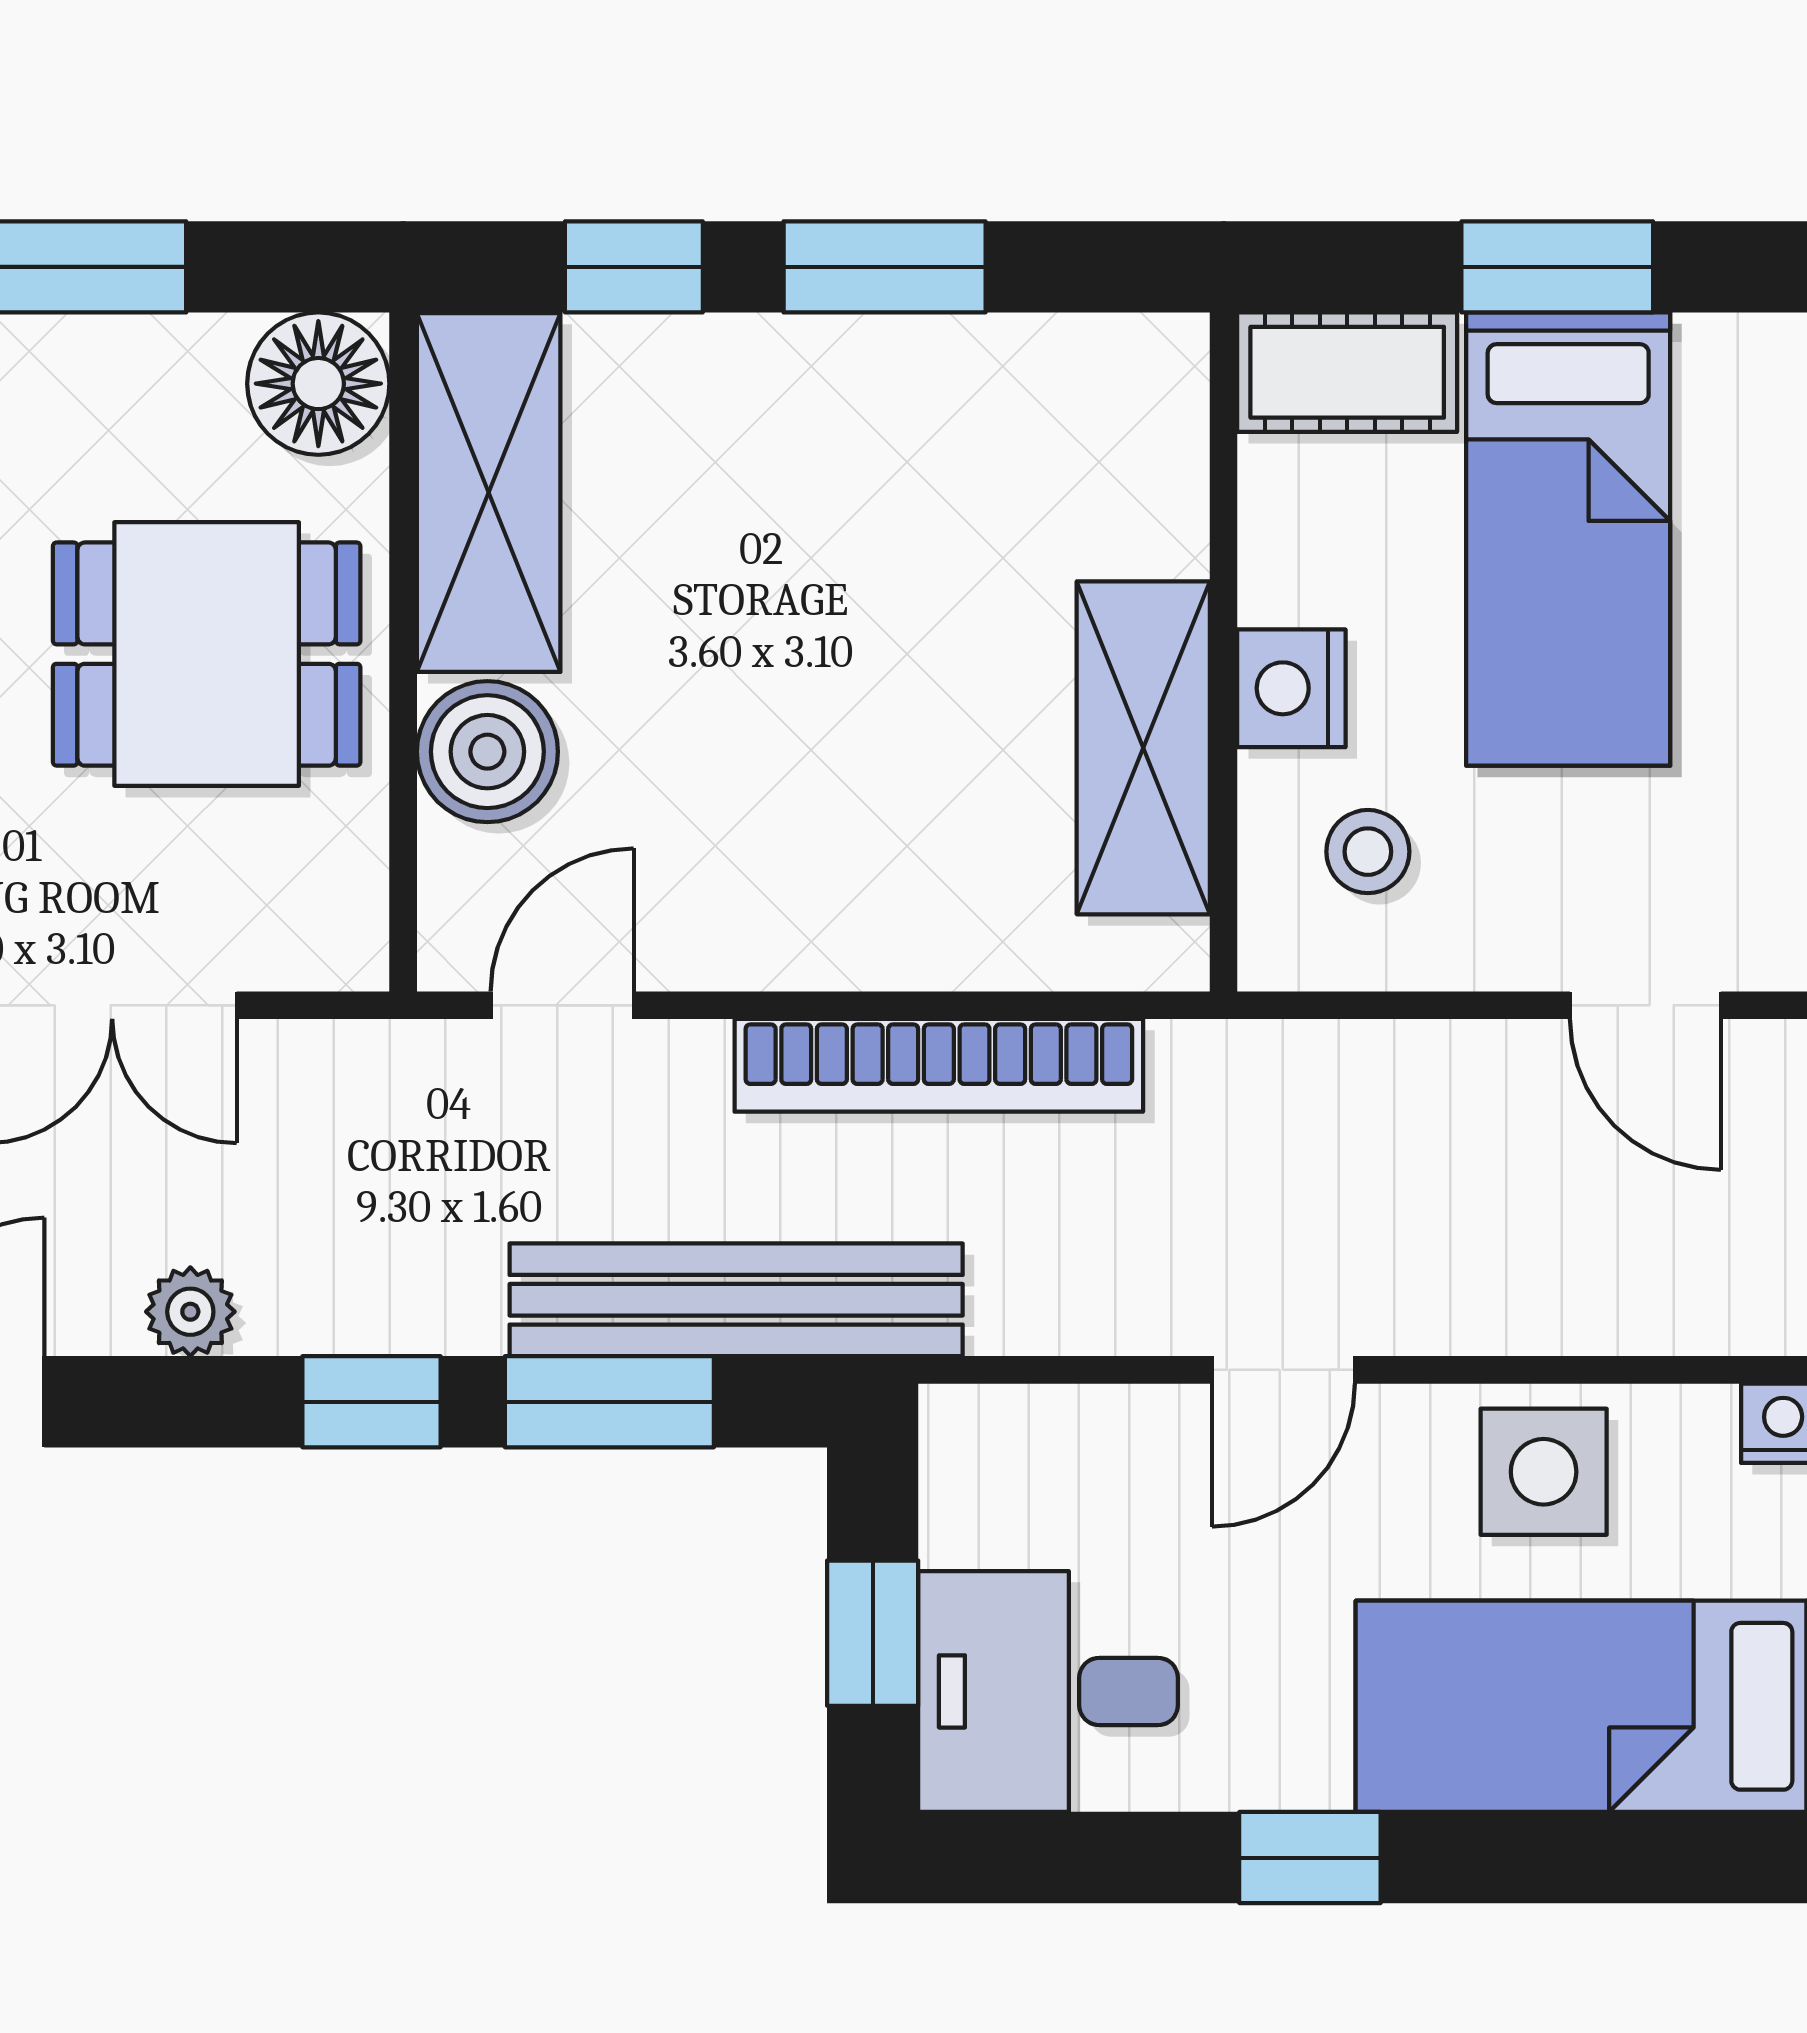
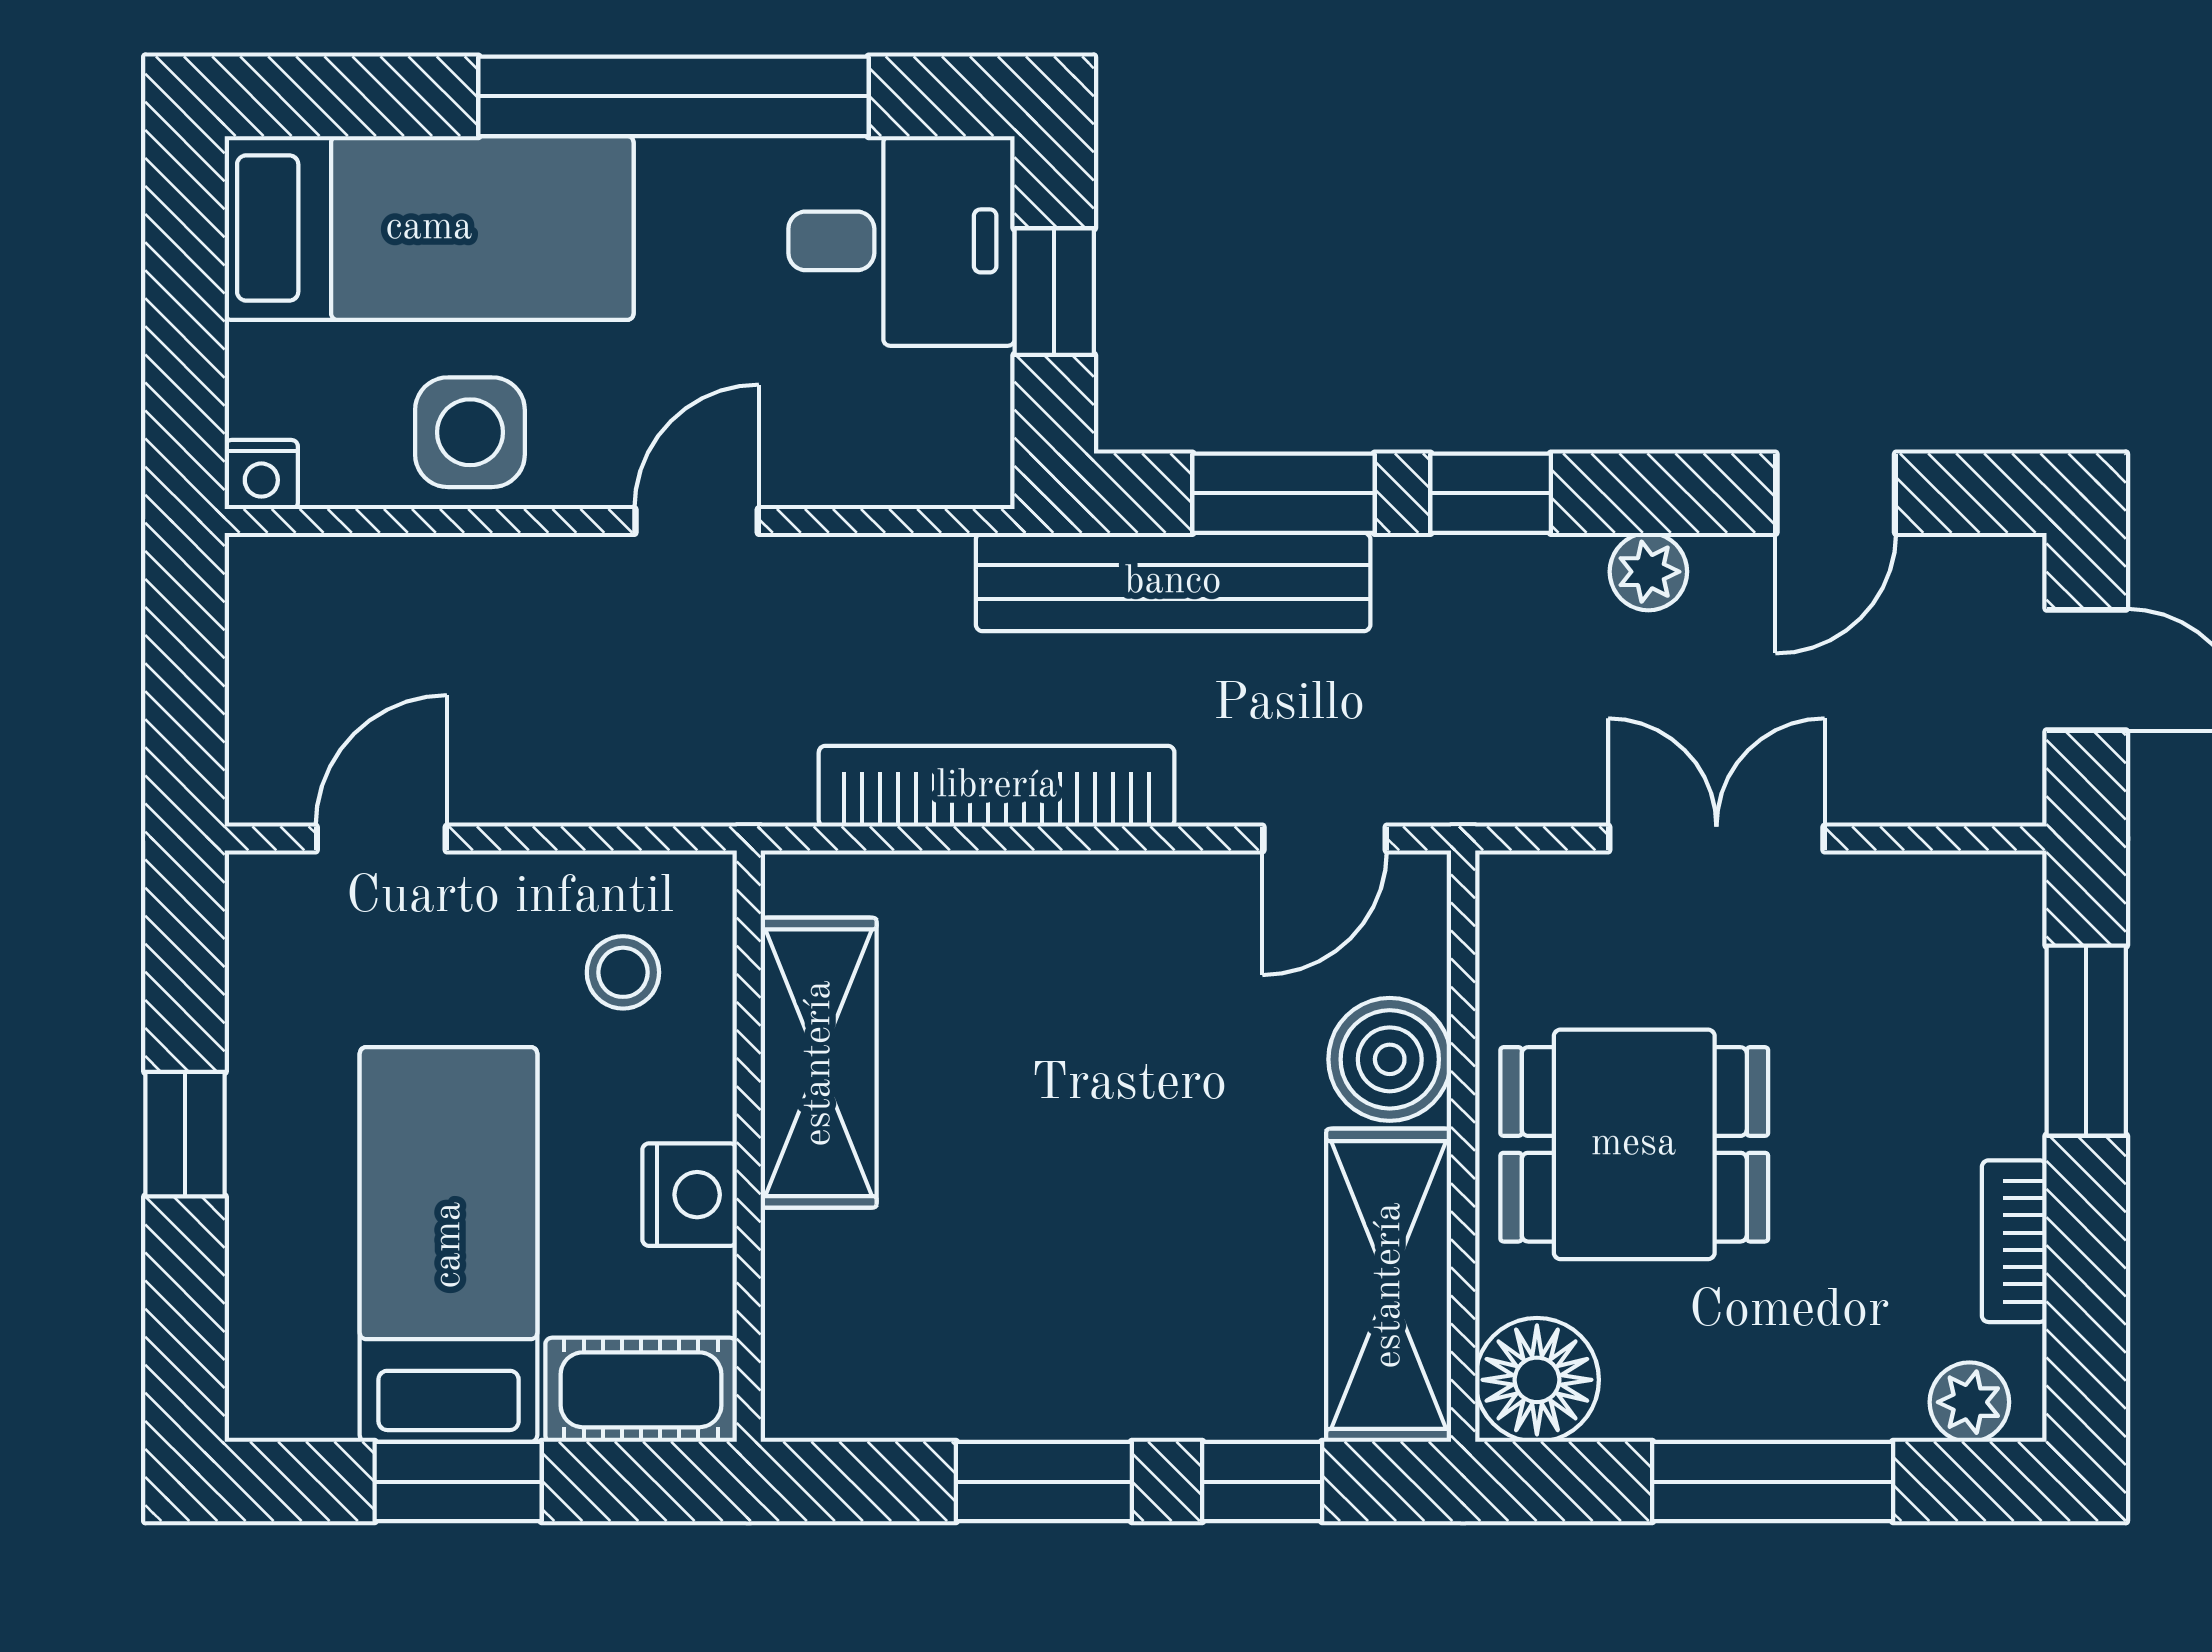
nightstand: (1291, 688) -> (690, 1195), moved
door: (1645, 1005) -> (381, 839), hinge flipped
window: (1310, 1858) -> (673, 96), width x3.17

